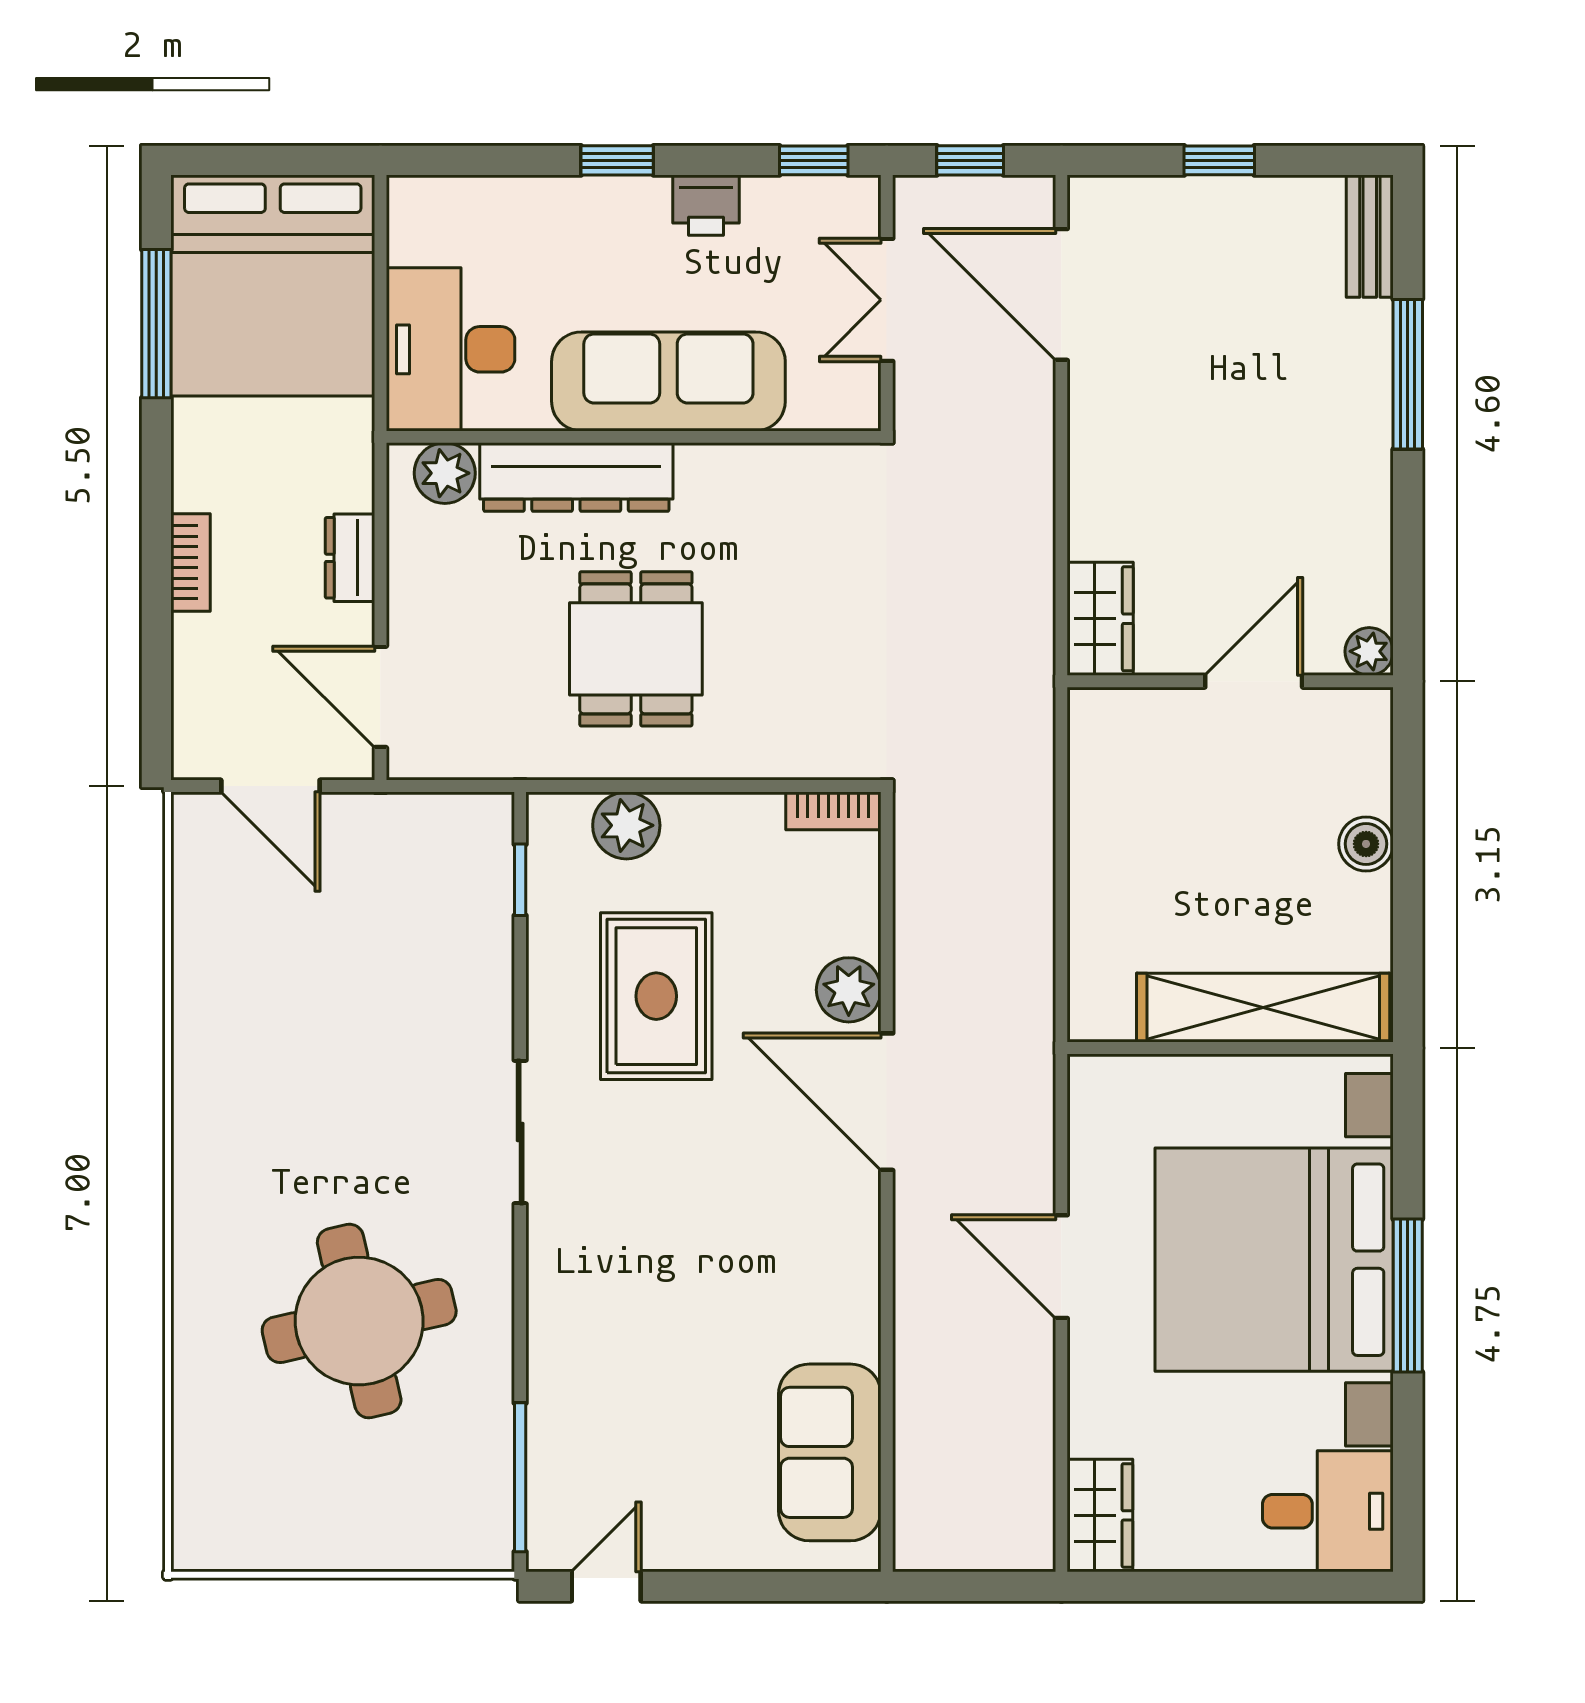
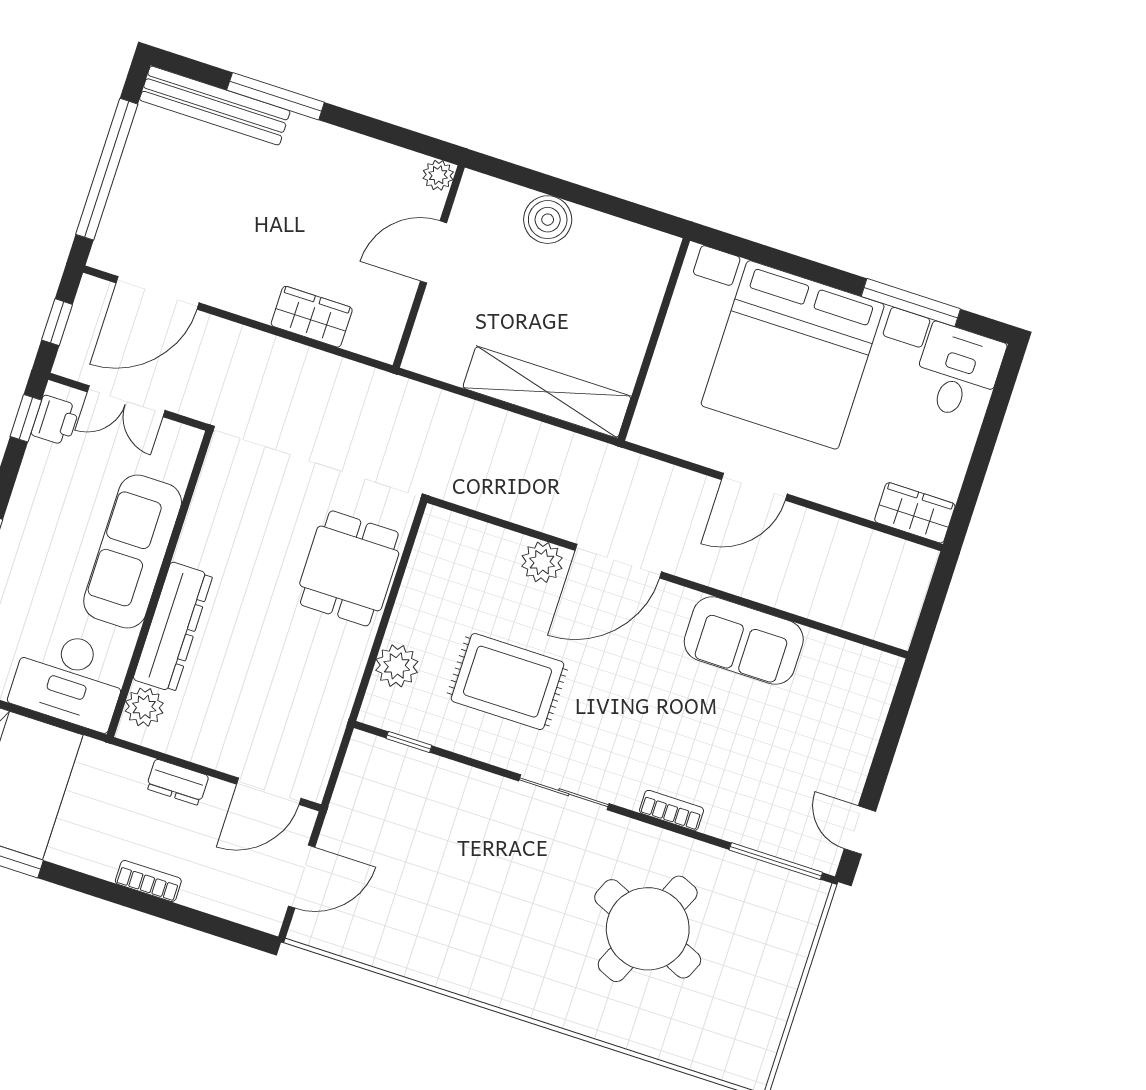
window: (1219, 160) -> (107, 169), width x3.17
printer: (706, 205) -> (56, 420), moved
bench: (1370, 236) -> (215, 106), width x1.86, depth x1.21
wardrobe: (1100, 619) -> (312, 317), moved
dining table: (636, 649) -> (349, 568), moved, turned 90
door: (1254, 681) -> (433, 252), hinge flipped
bookcase: (833, 811) -> (671, 810), moved, turned -90
boiler: (1366, 844) -> (548, 220), width x1.36, depth x1.36
shelving: (1263, 1008) -> (547, 392), moved, turned 90
window: (1408, 1296) -> (911, 303), moved
round table: (359, 1321) -> (648, 929), turned 37
sofa: (830, 1452) -> (744, 641), moved

